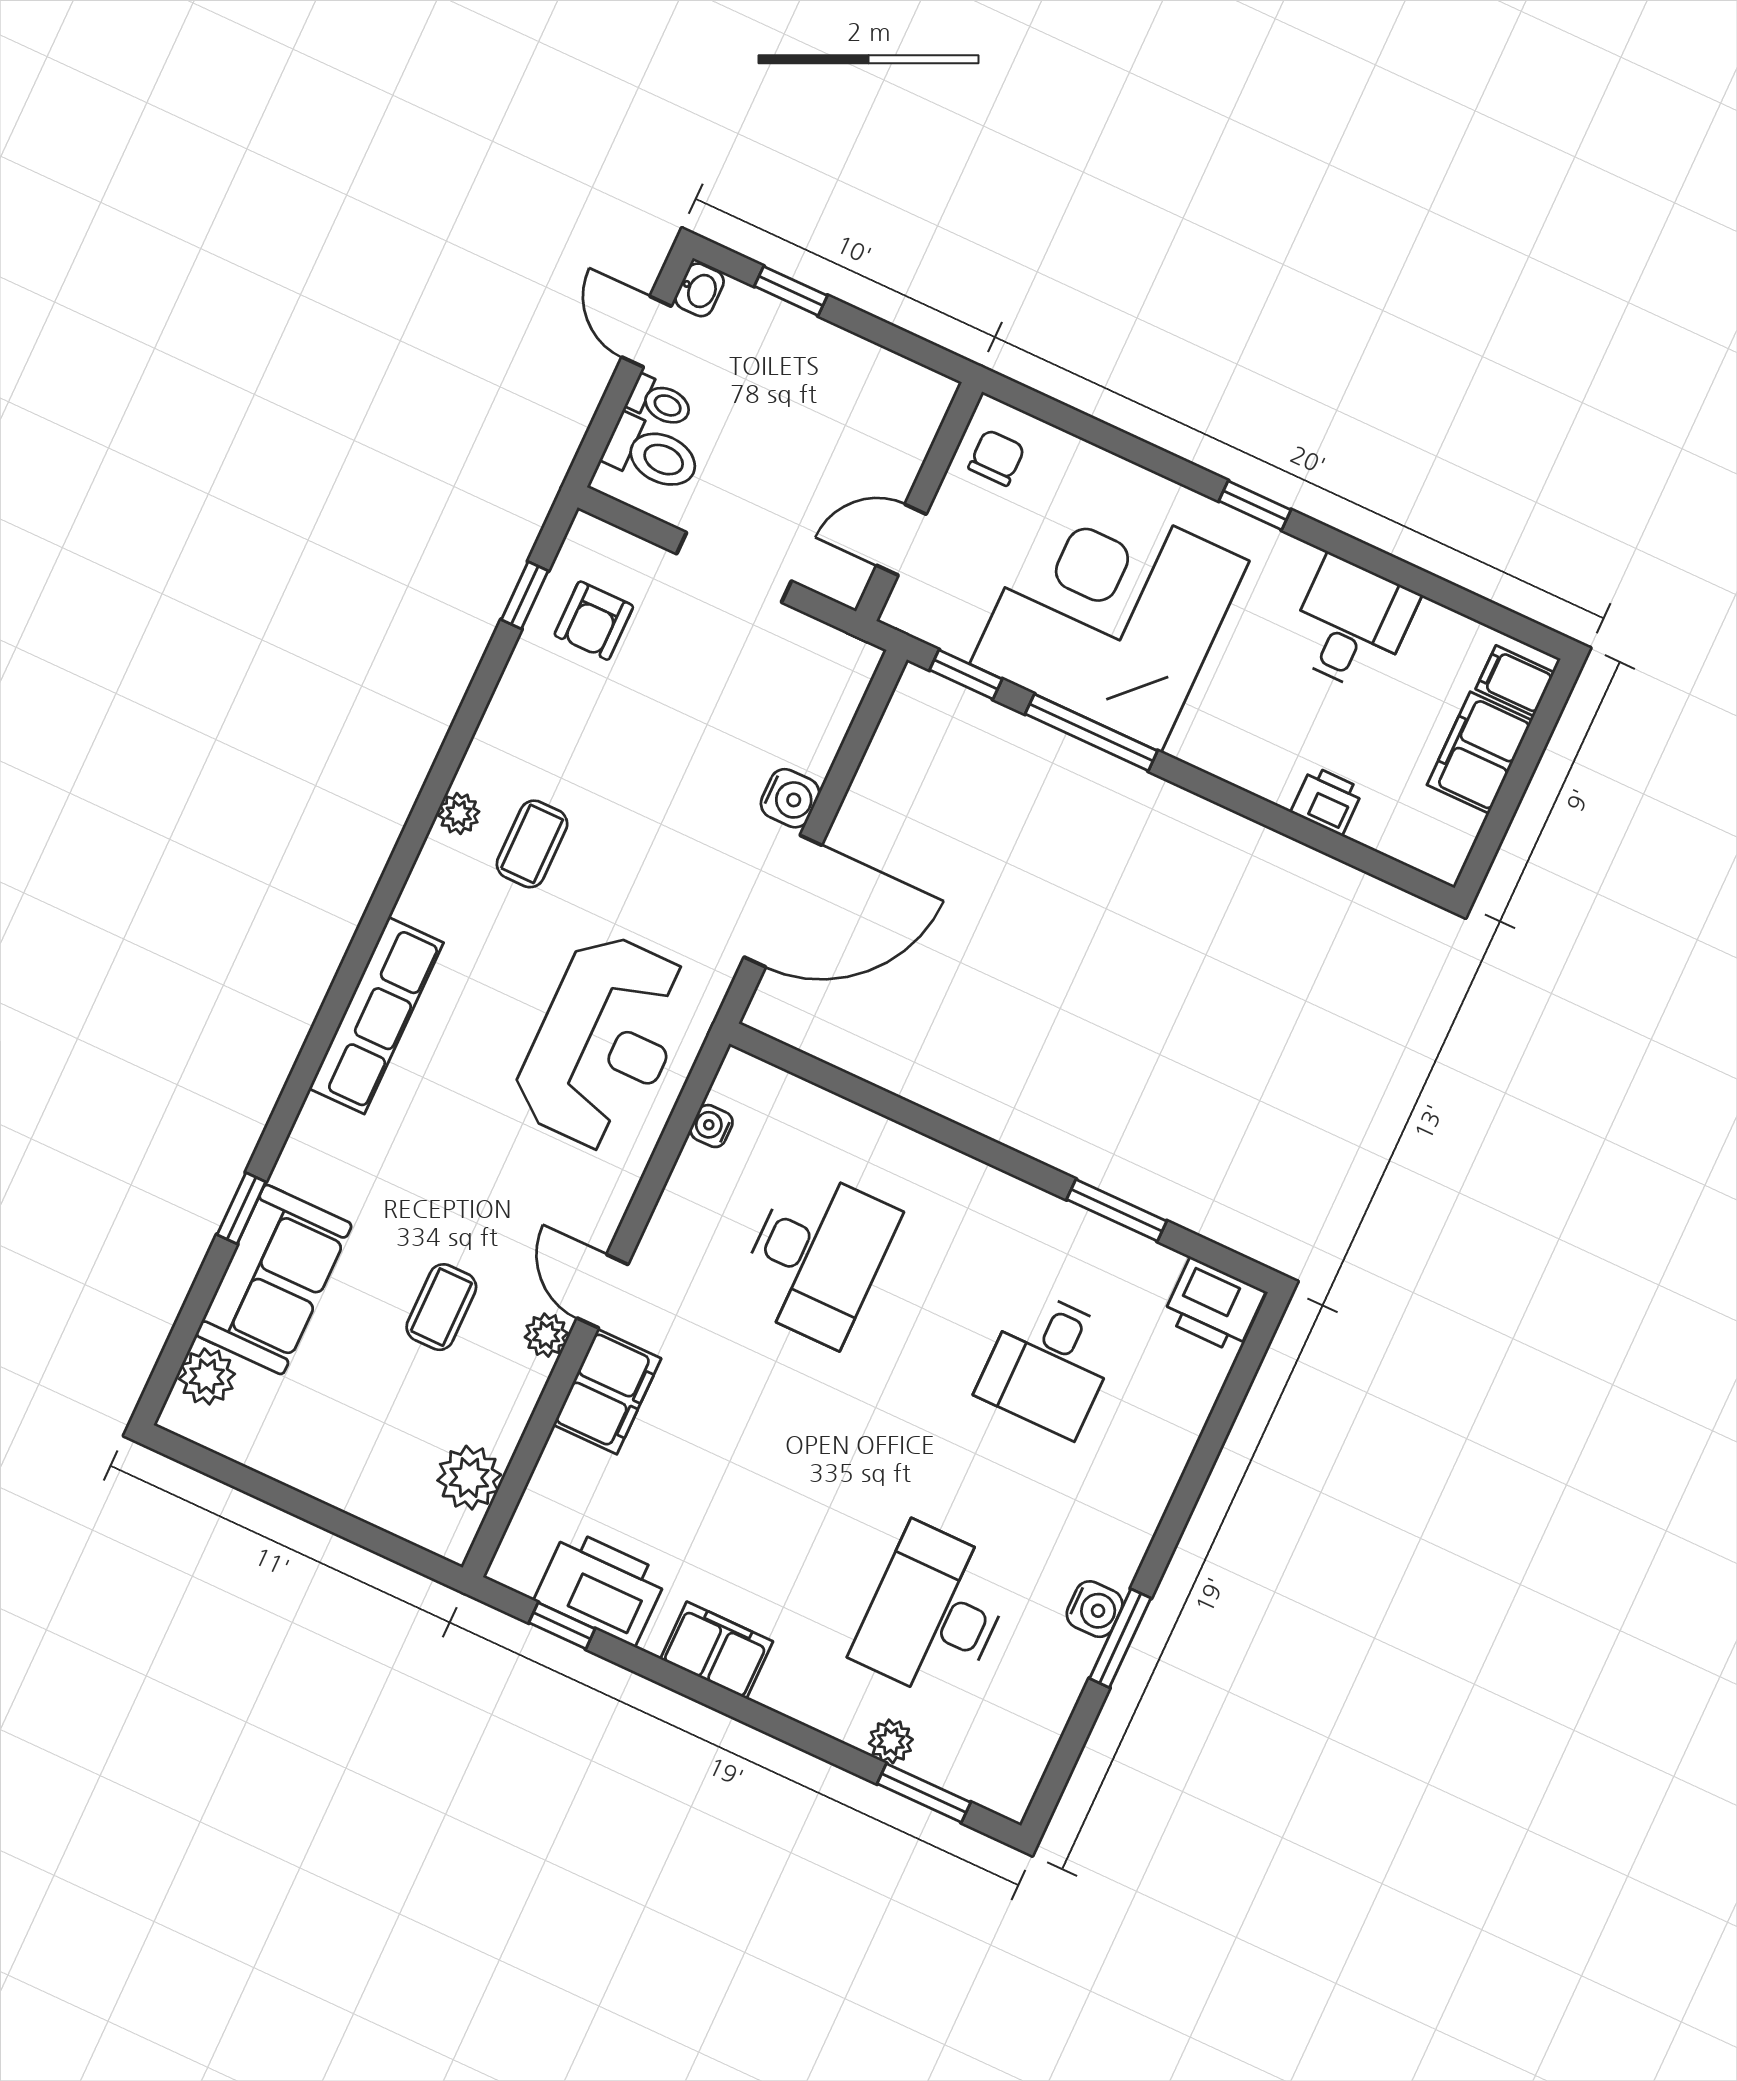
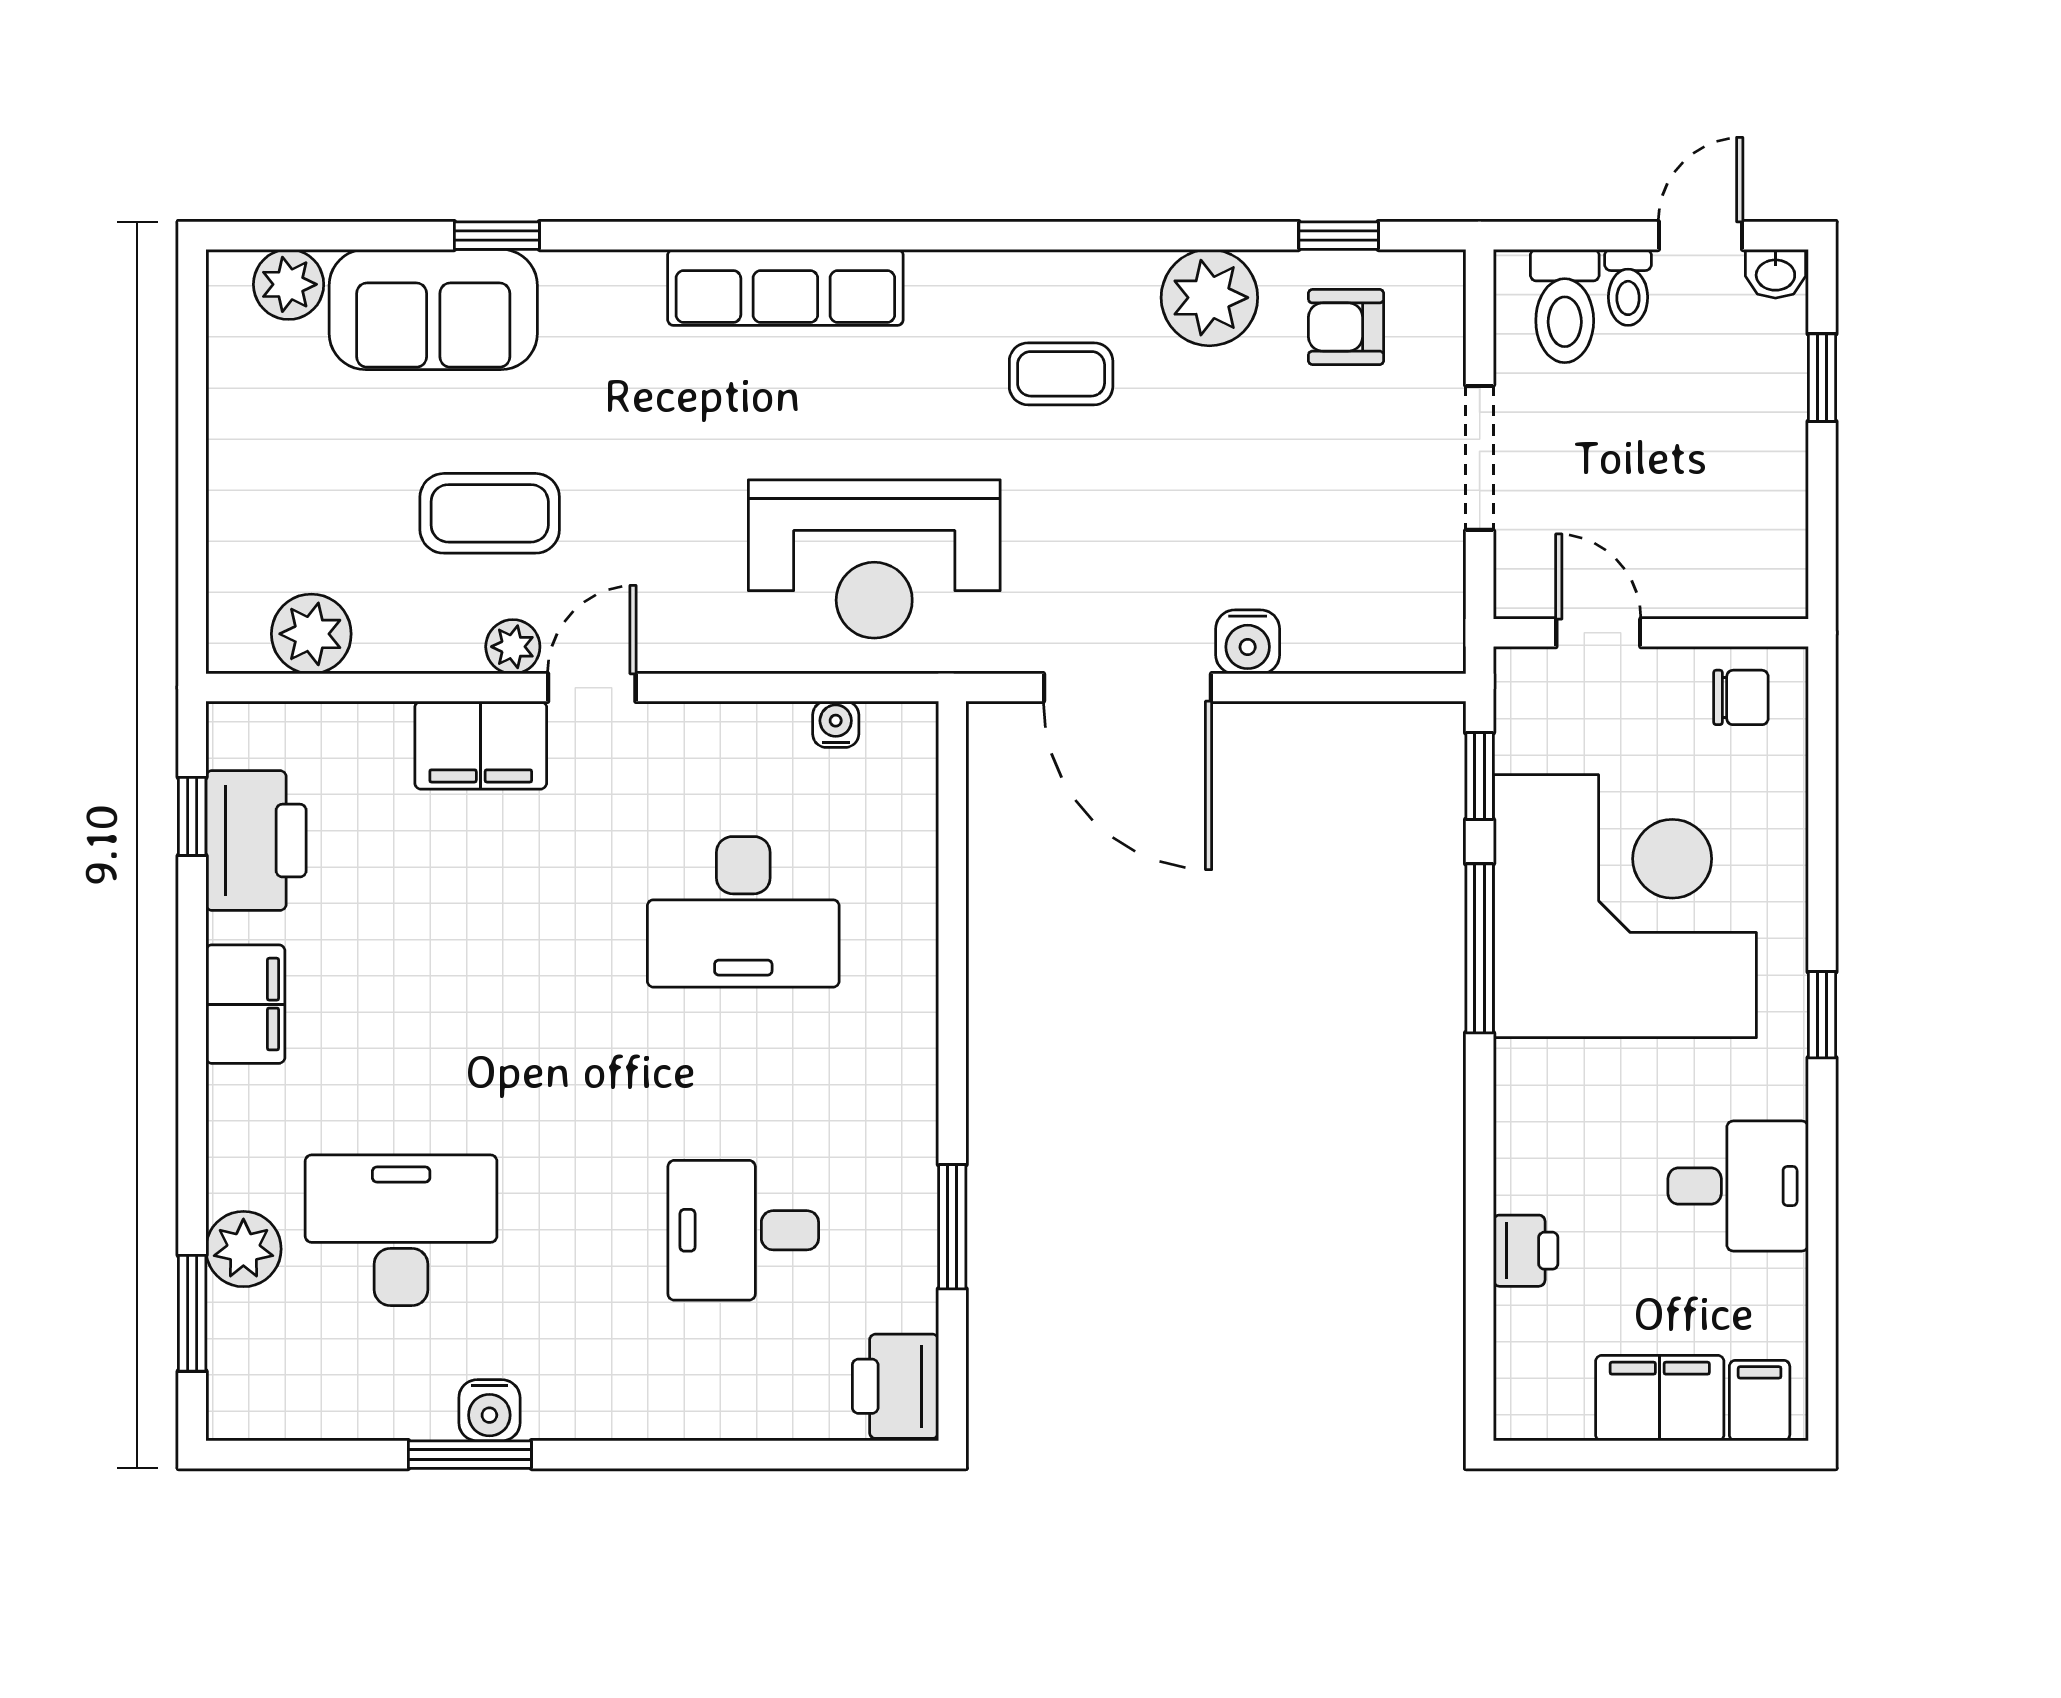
plant: (459, 813) -> (1209, 298), moved, width x1.88, depth x1.88
coffee table: (441, 1307) -> (490, 513), width x1.36, depth x1.30
plant: (891, 1741) -> (243, 1249), width x1.38, depth x1.38

